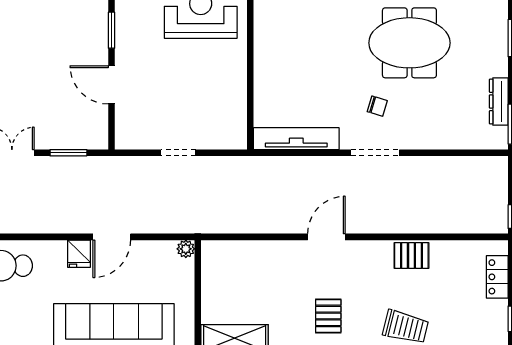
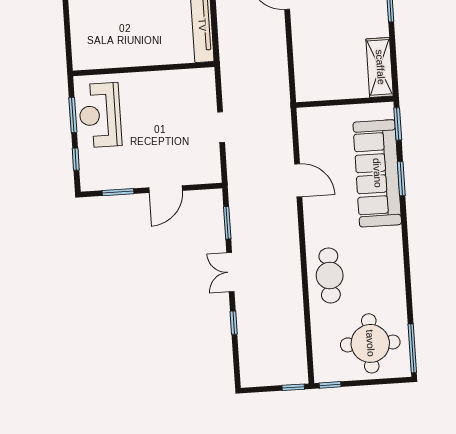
plant: (186, 249) -> (305, 115), removed
fridge: (79, 254) -> (315, 208), removed

